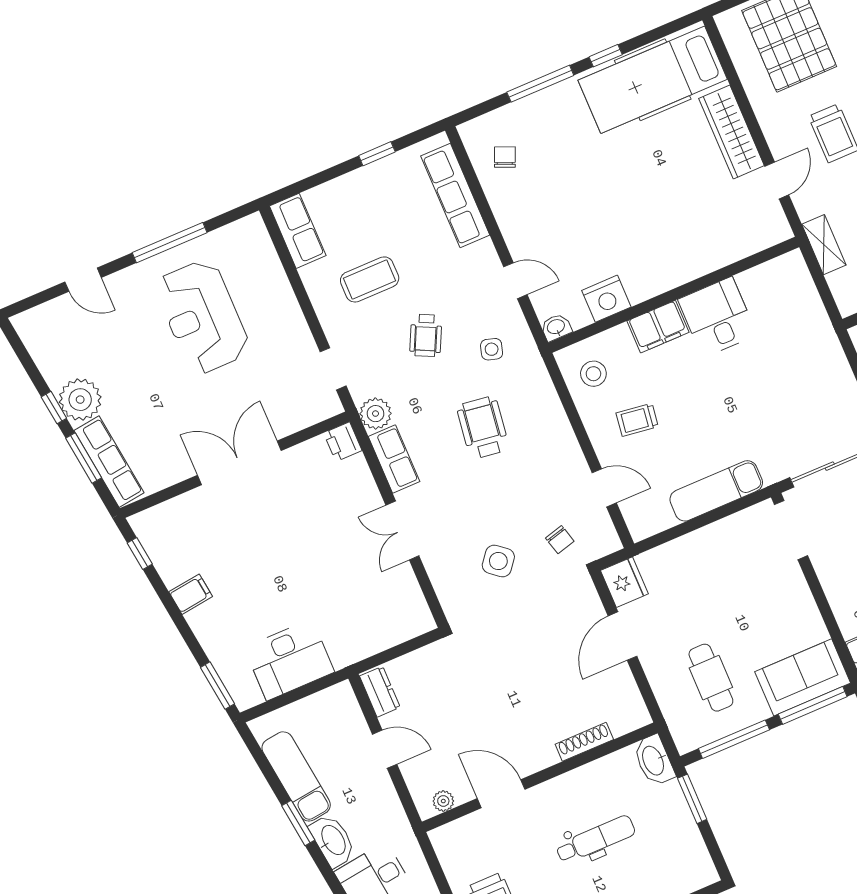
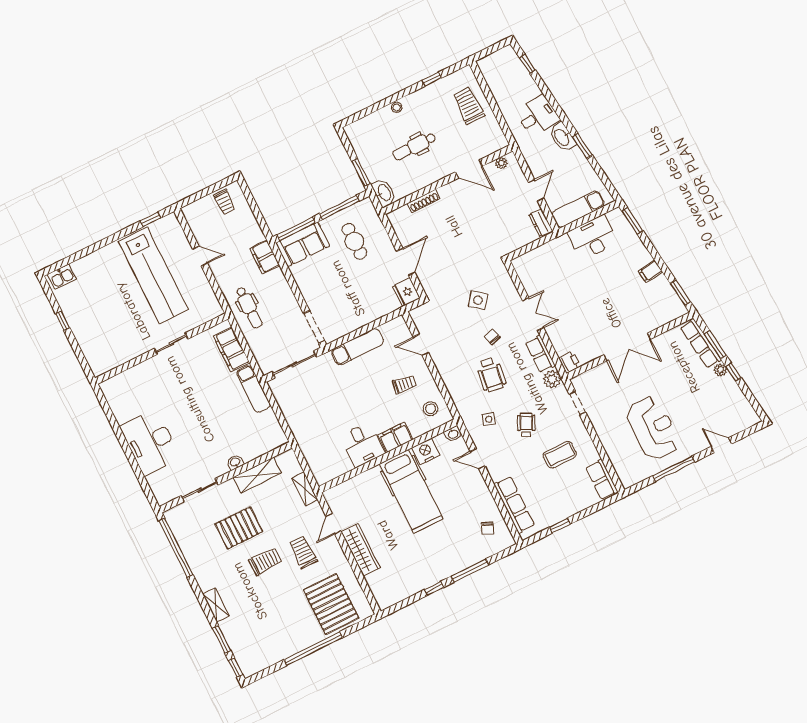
hospital bed: (653, 80) -> (411, 491), moved, turned 90
plant: (80, 400) -> (721, 370), width x0.53, depth x0.53
chair: (560, 540) -> (492, 337), moved
window: (140, 554) -> (680, 293), width x1.50
door: (385, 749) -> (536, 190), swing flipped
exam couch: (296, 776) -> (578, 209), moved, turned 97

